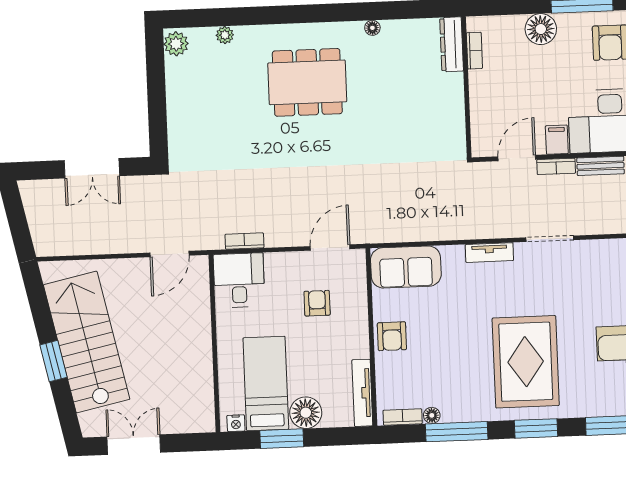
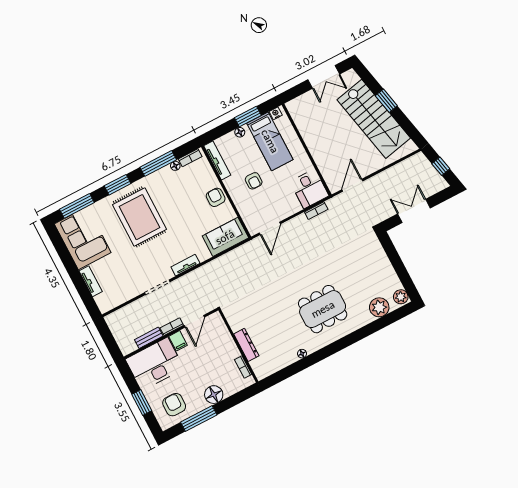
plant: (225, 35) -> (379, 307), width x1.88, depth x1.88
dresser: (452, 44) -> (246, 345), moved
window: (17, 218) -> (441, 166), added
armchair: (317, 303) -> (254, 181), moved
floor lamp: (306, 413) -> (240, 132), width x0.53, depth x0.53

